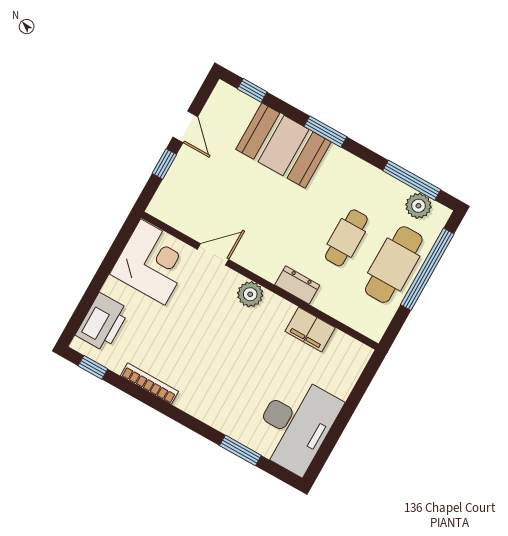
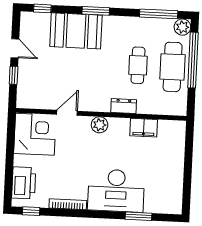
plant: (418, 206) -> (182, 27), moved
desk: (295, 424) -> (116, 191), moved, turned 90

